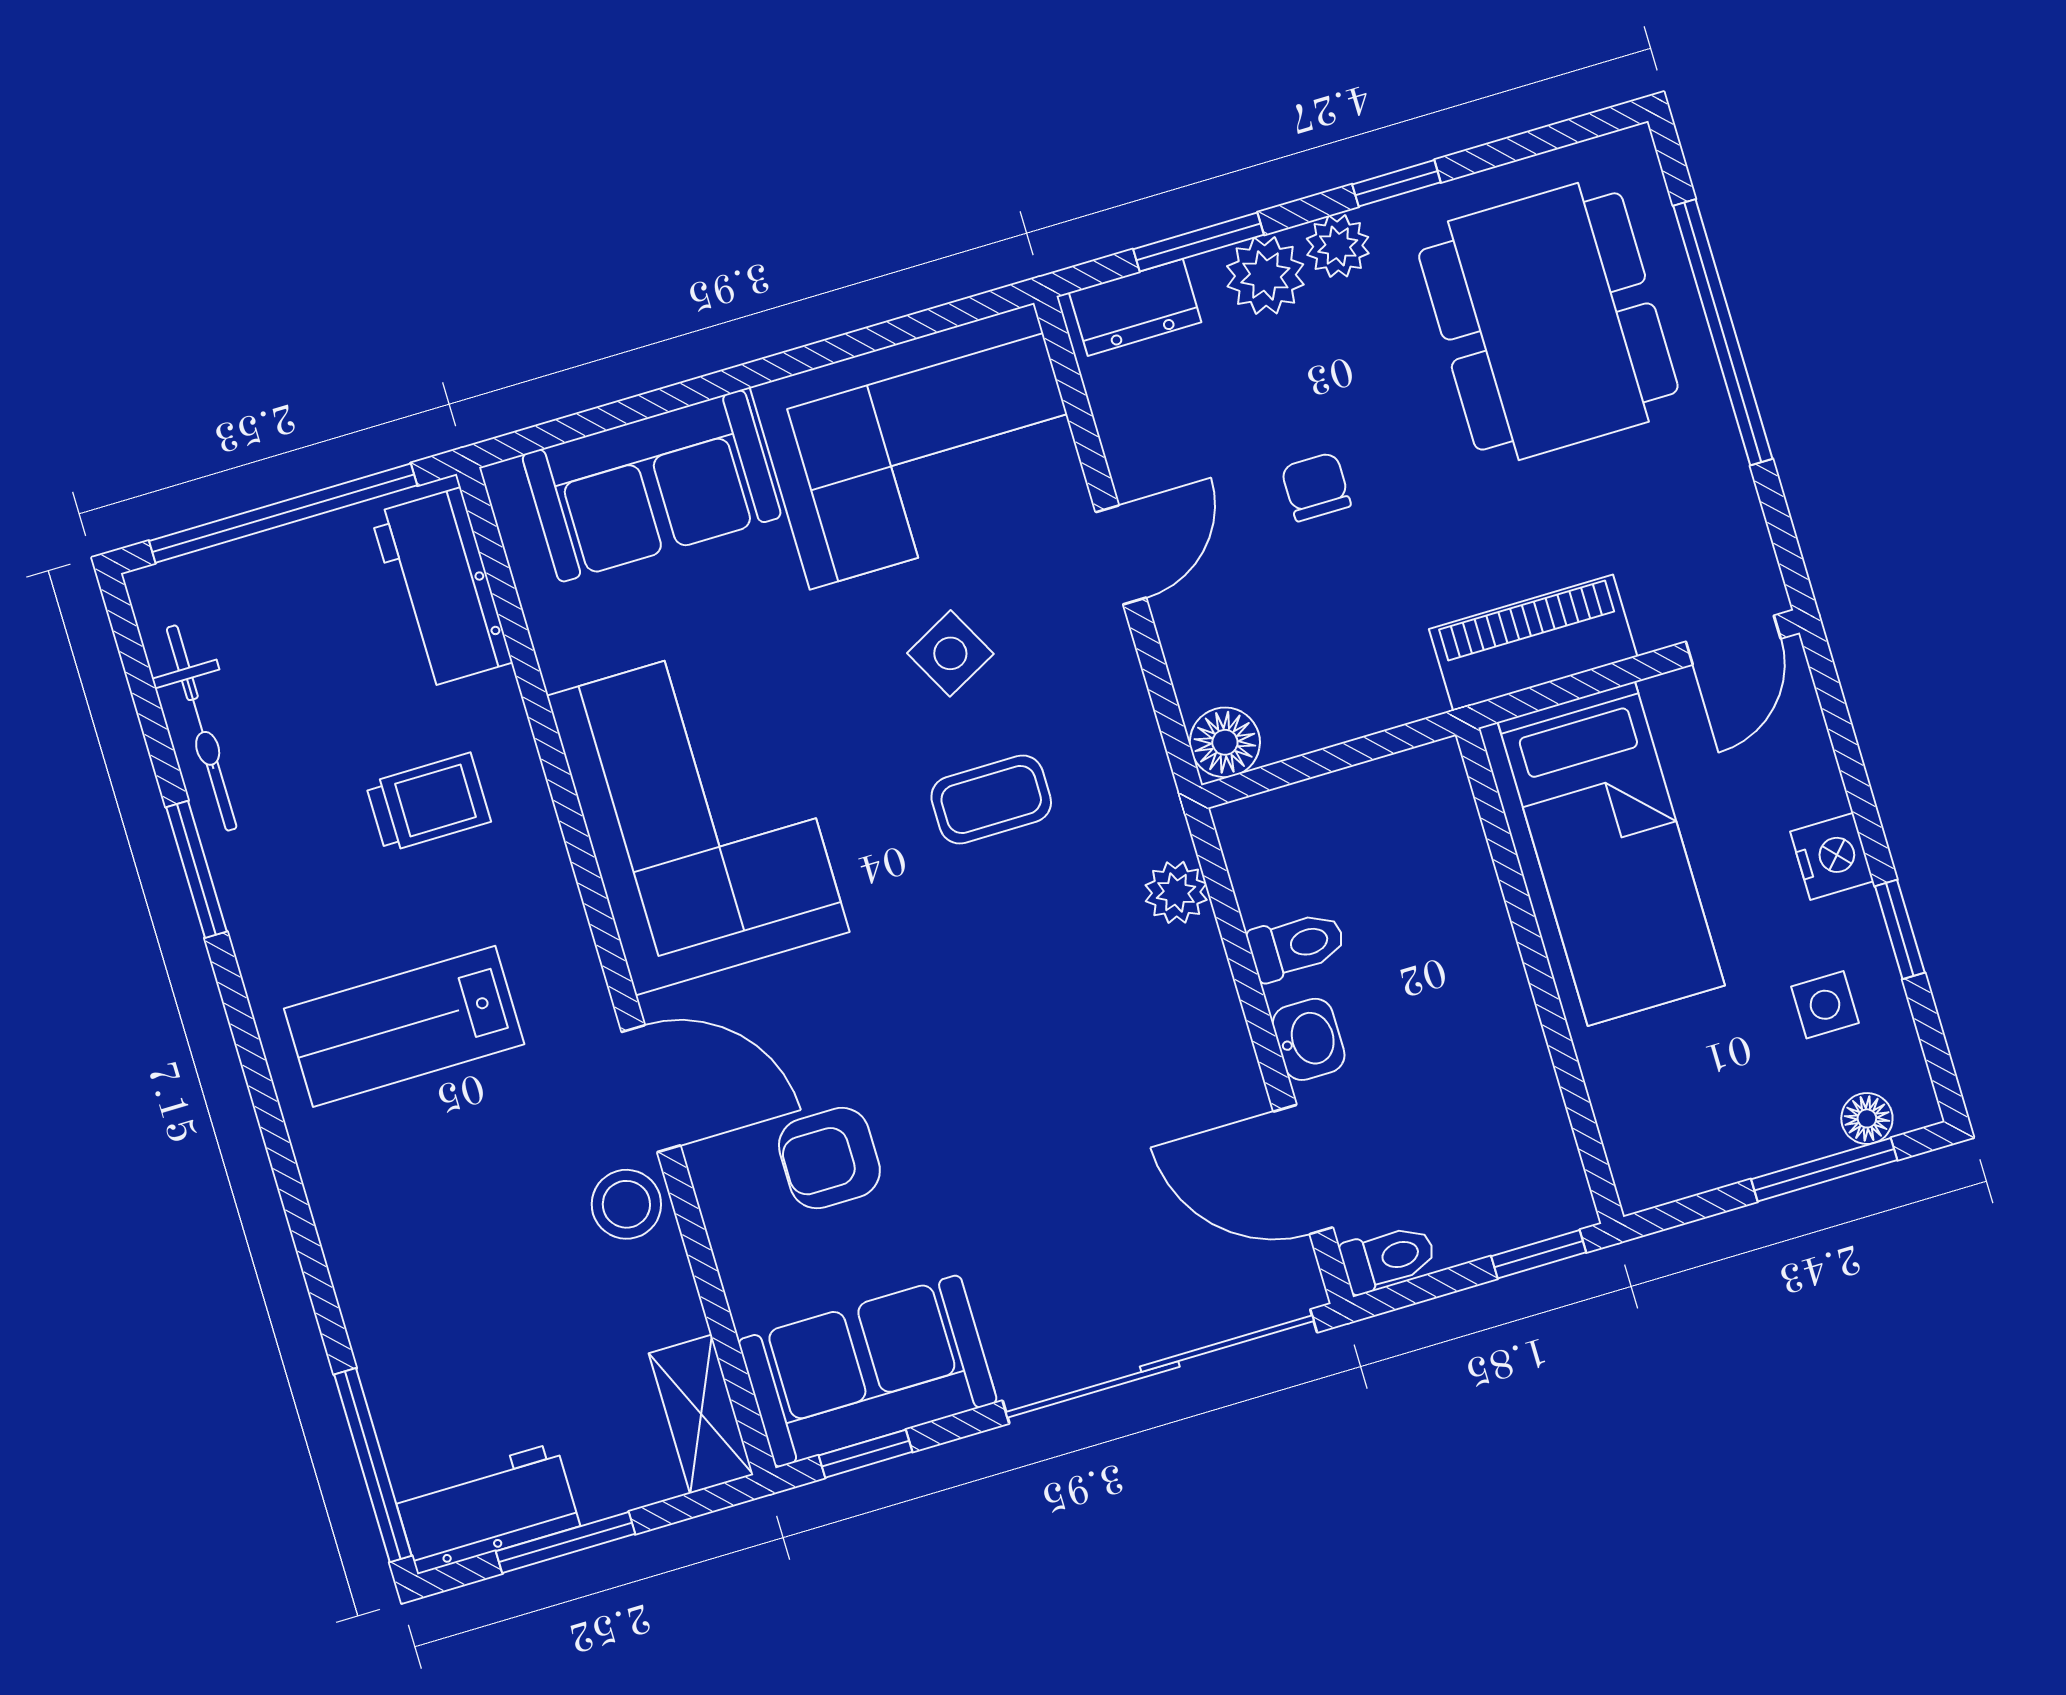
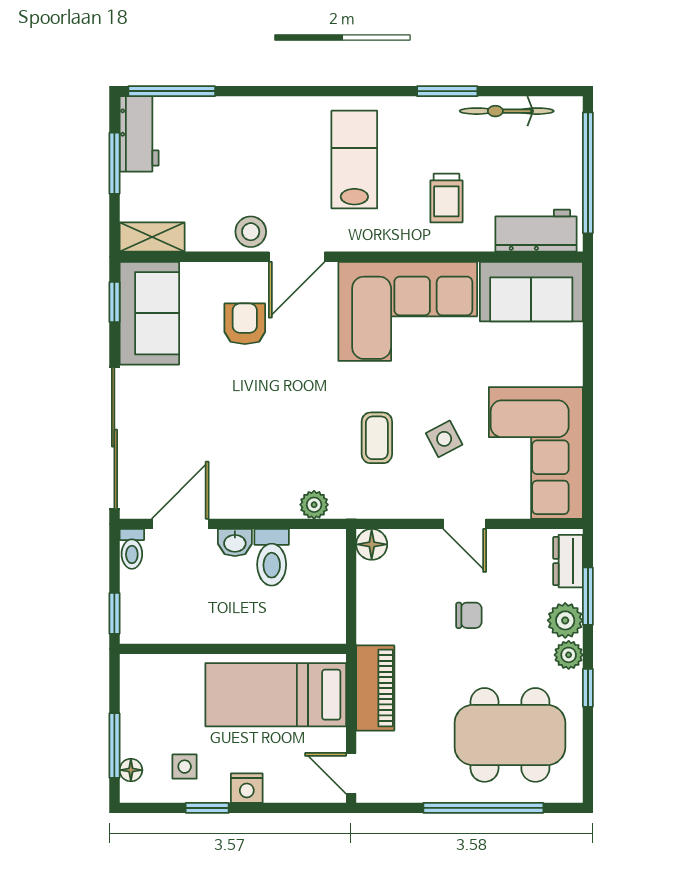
sofa: (652, 486) -> (531, 292), moved, turned -90
toilet: (1297, 945) -> (272, 557), width x1.37, depth x1.39

